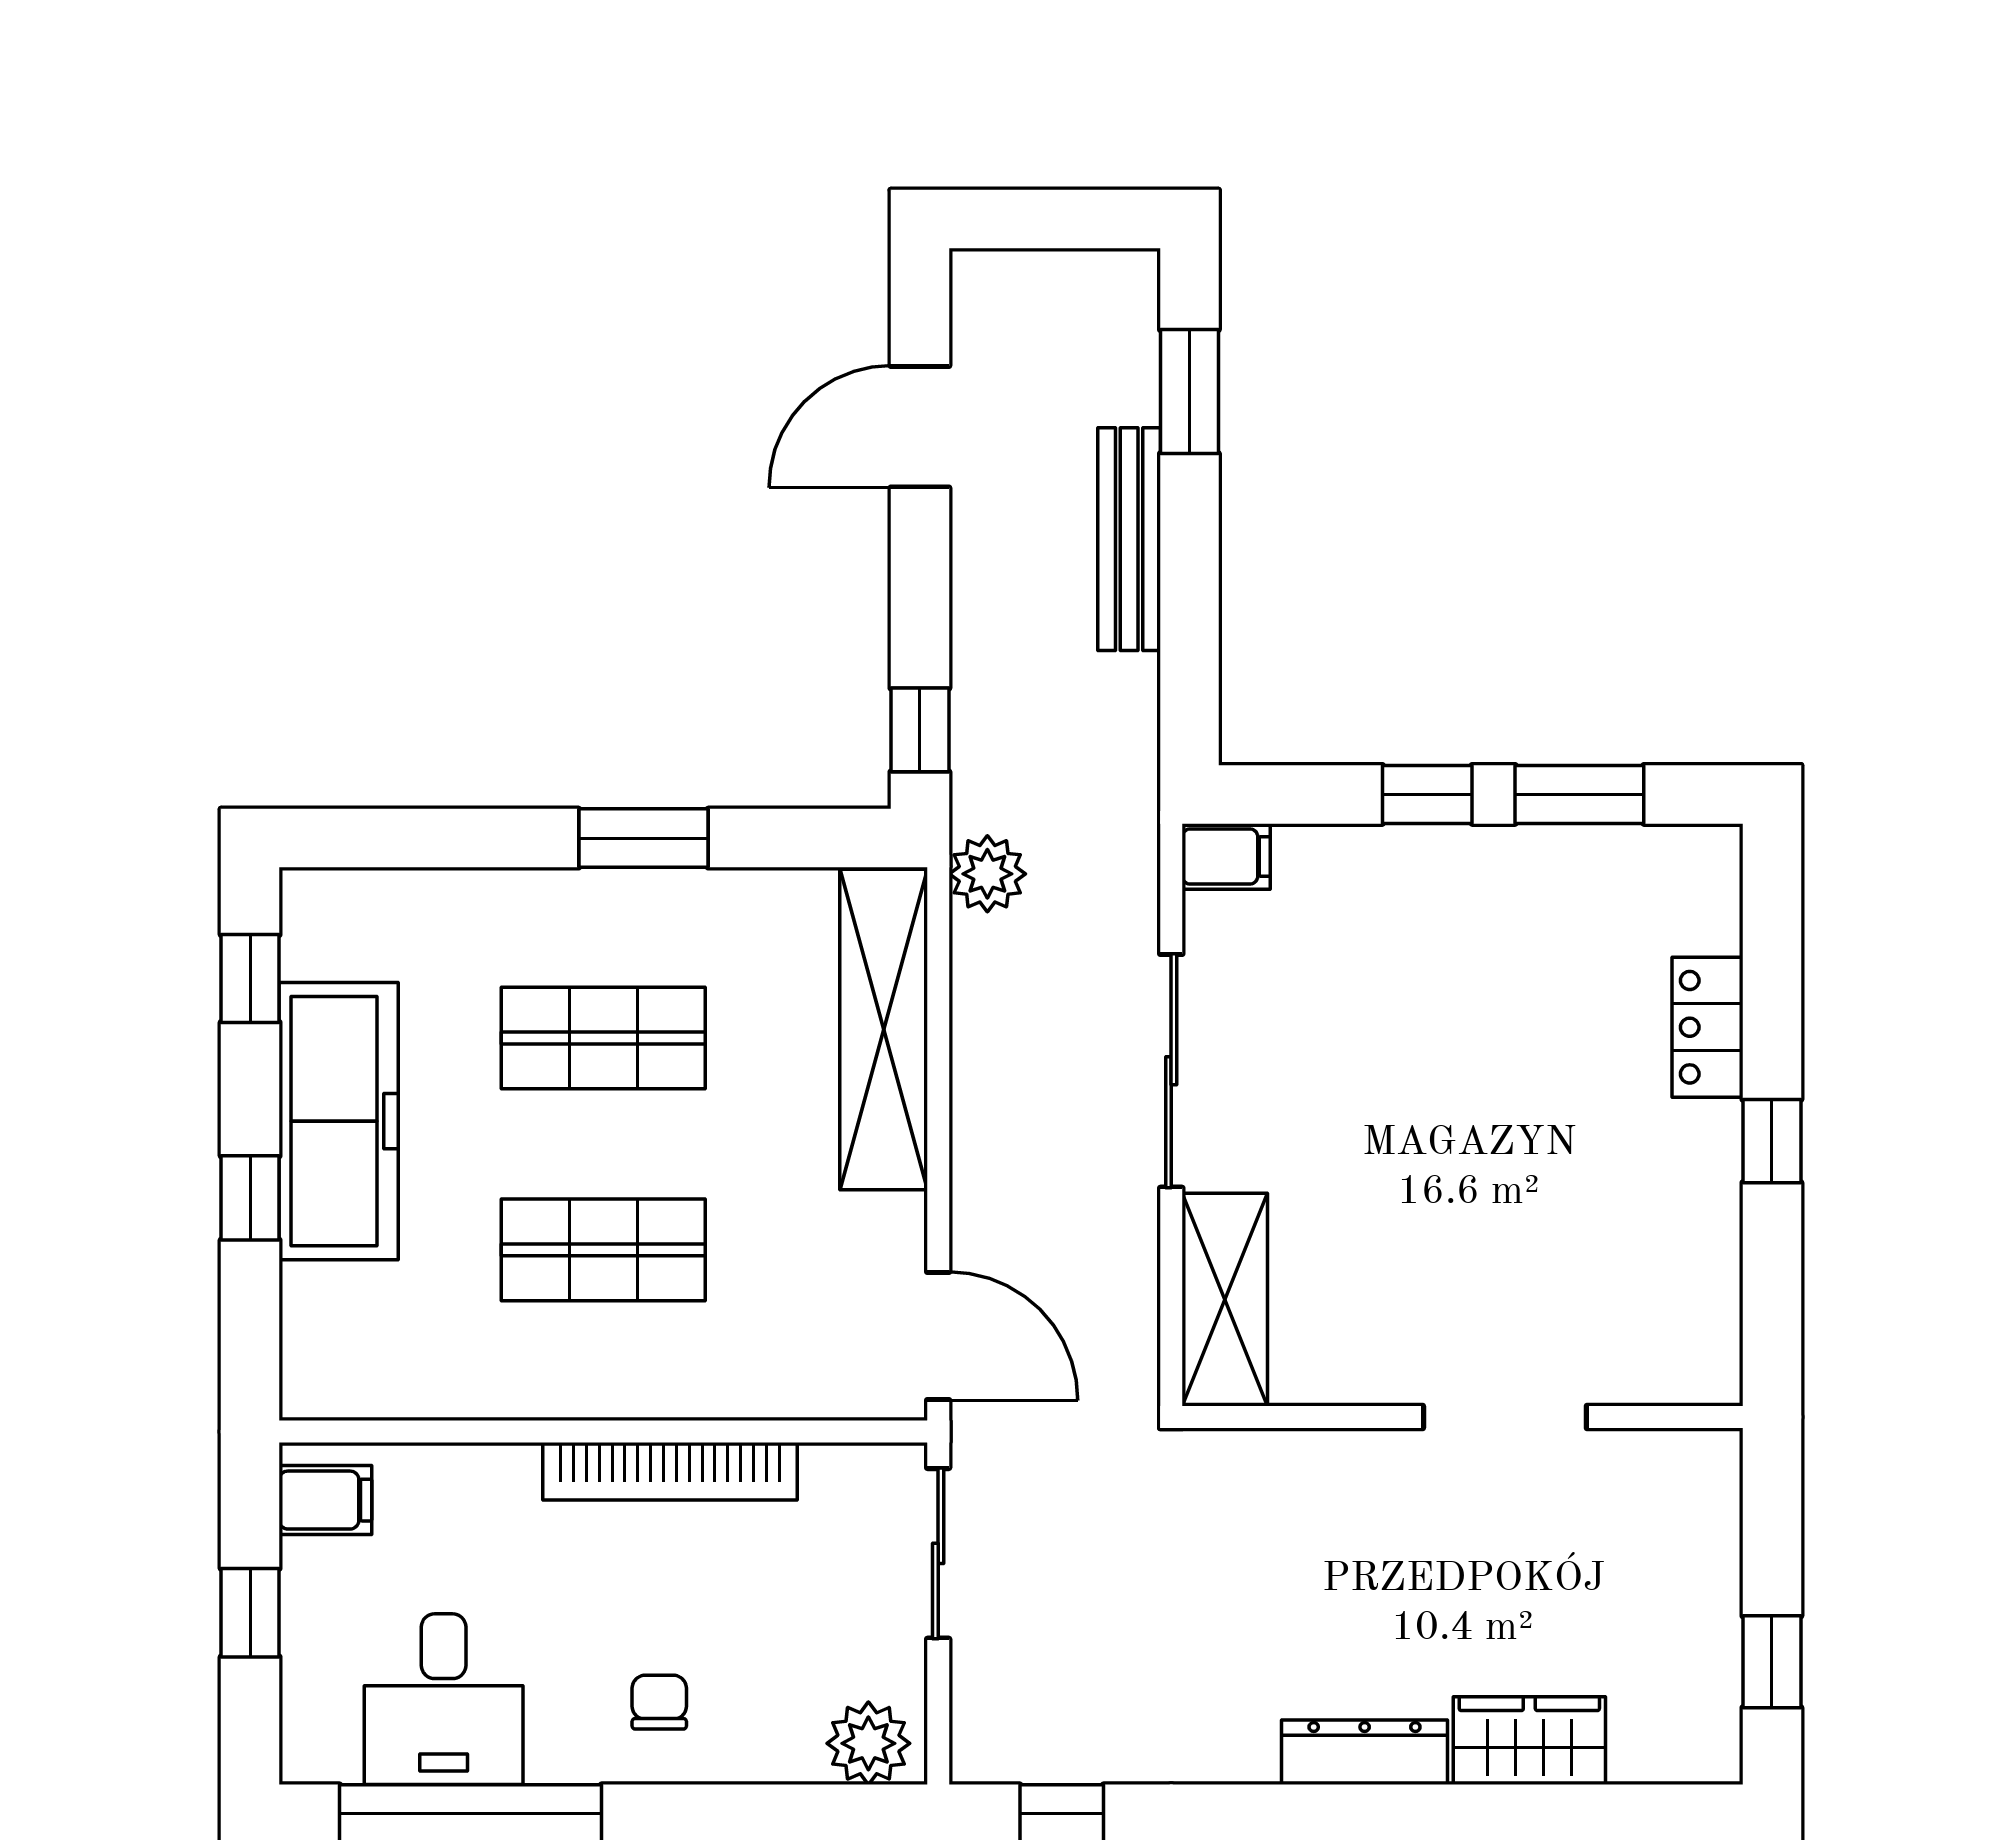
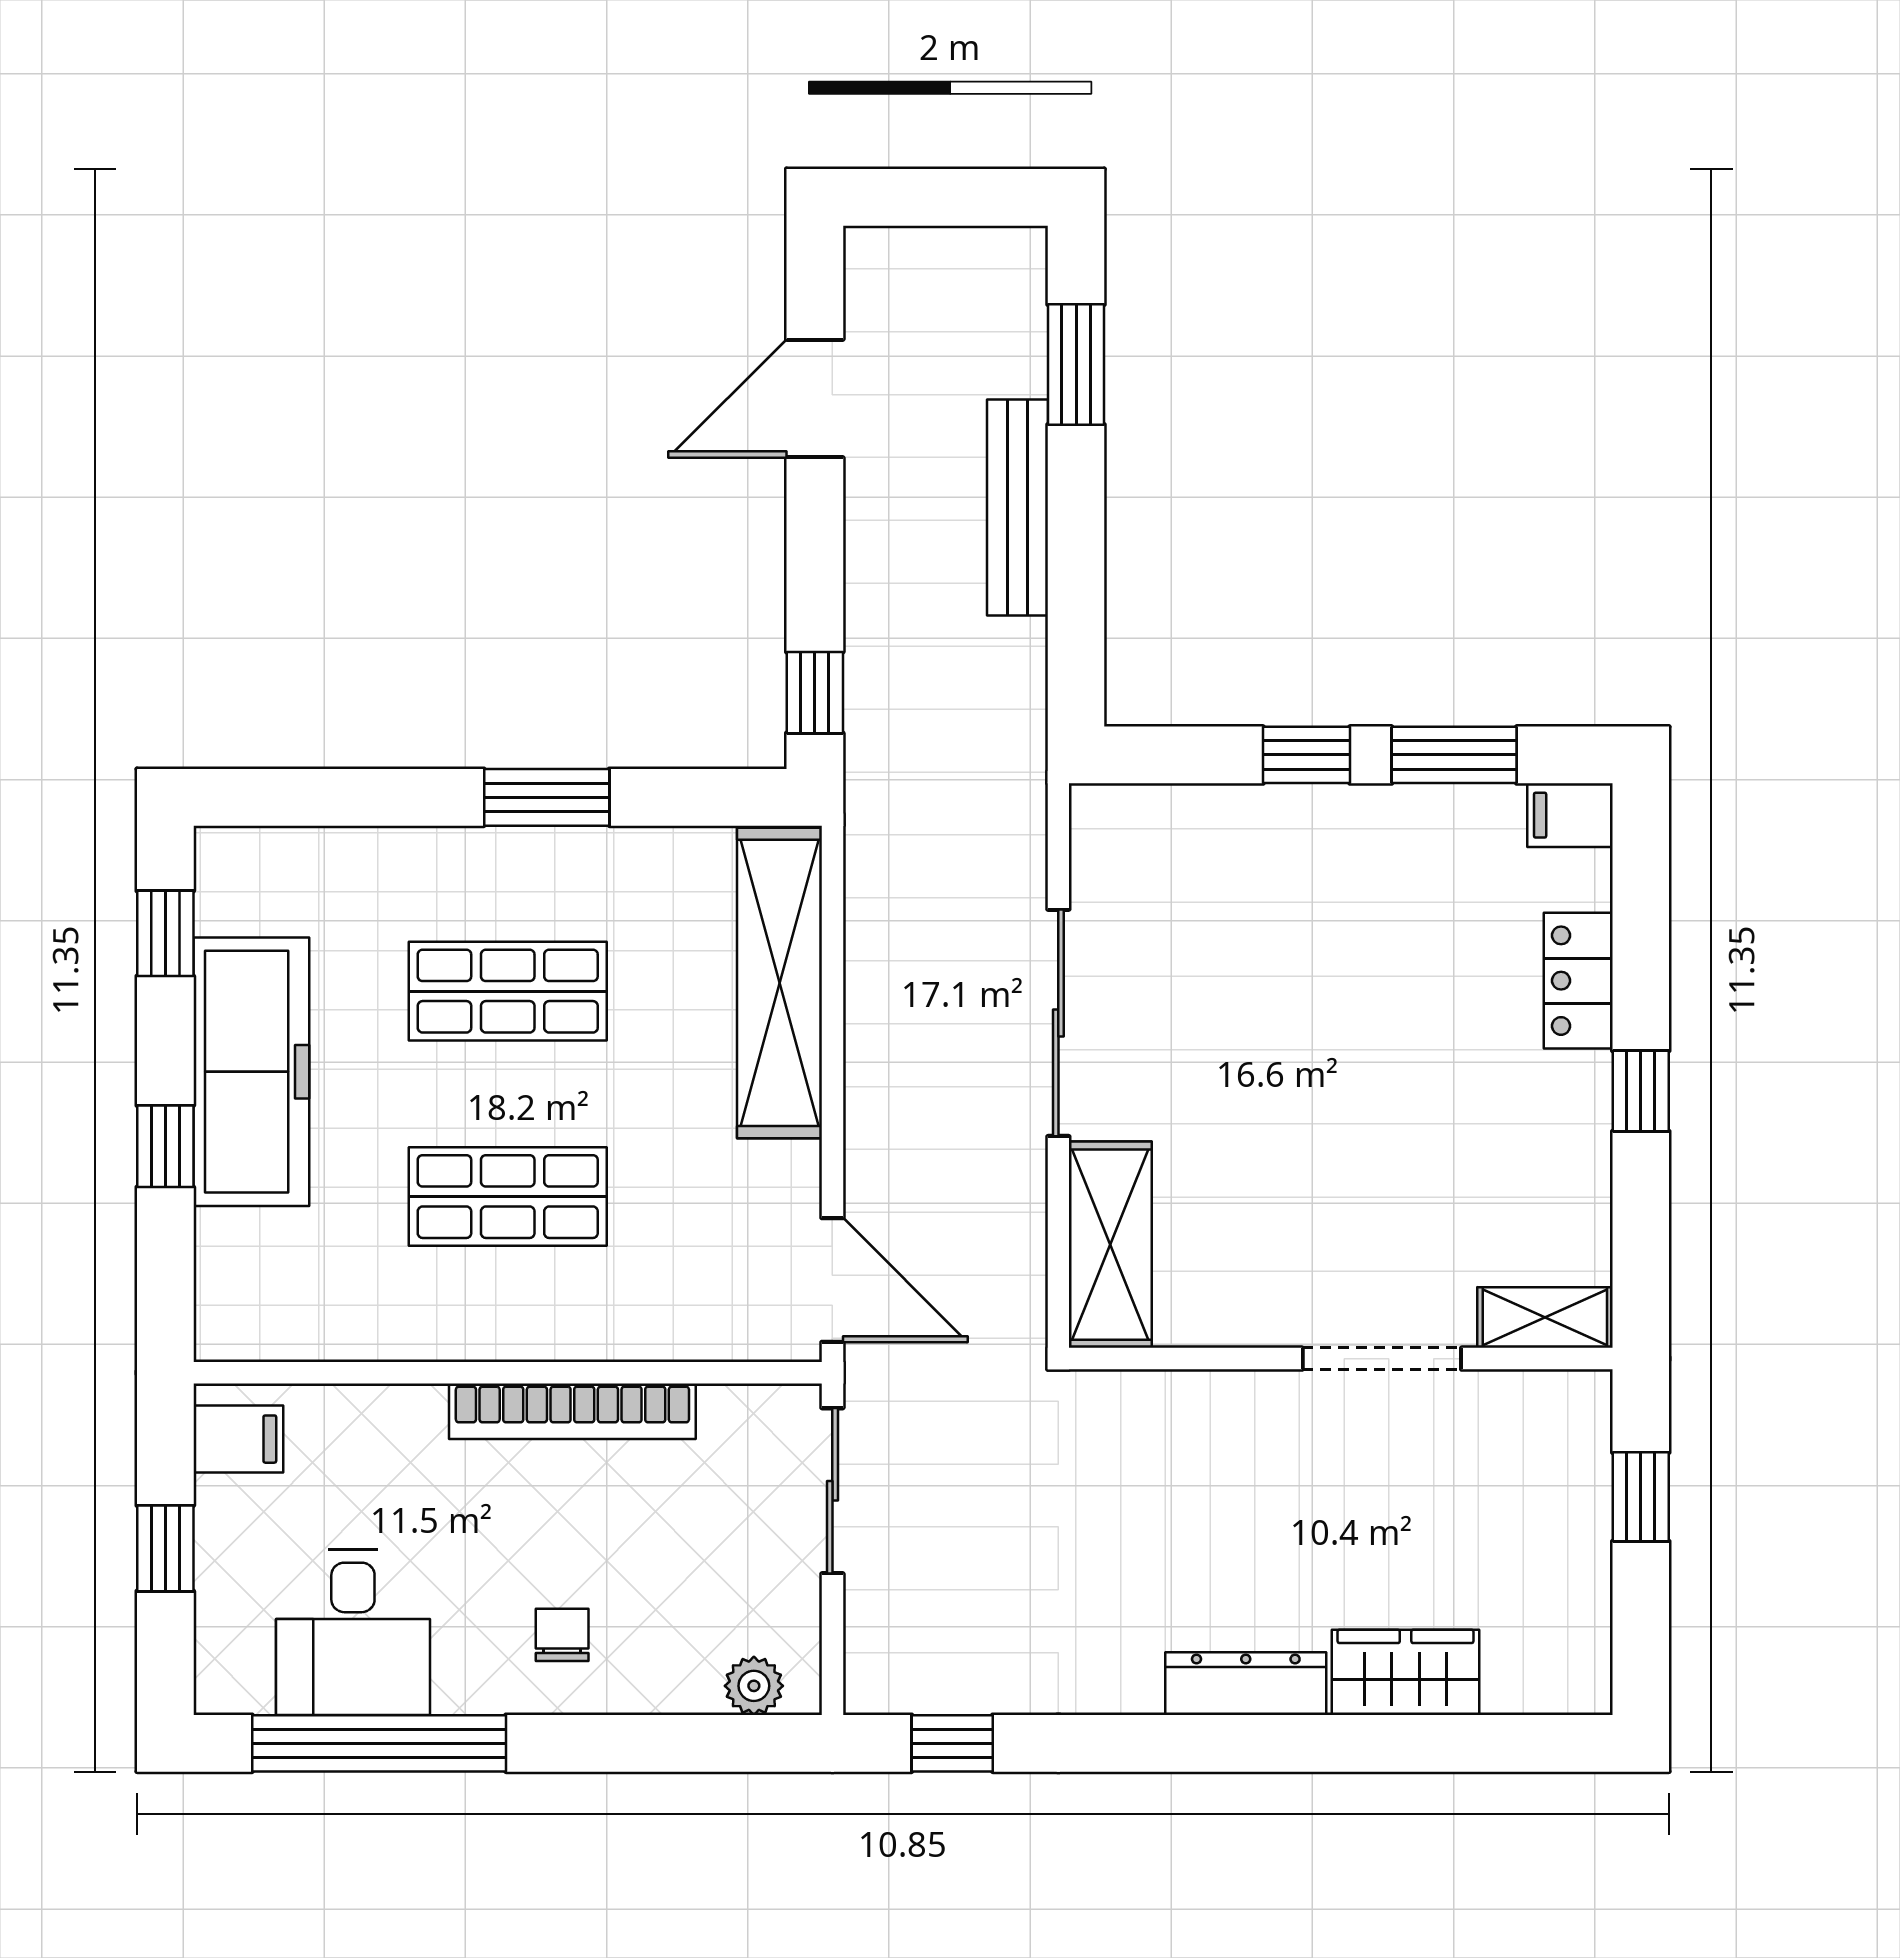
filing cabinet: (1226, 856) -> (1570, 815), moved, turned 180
plant: (987, 874) -> (880, 832), removed
shelving: (1673, 1375) -> (1545, 1318), added
window: (1772, 1662) -> (1641, 1497), moved
plant: (868, 1743) -> (754, 1686), width x0.73, depth x0.73

